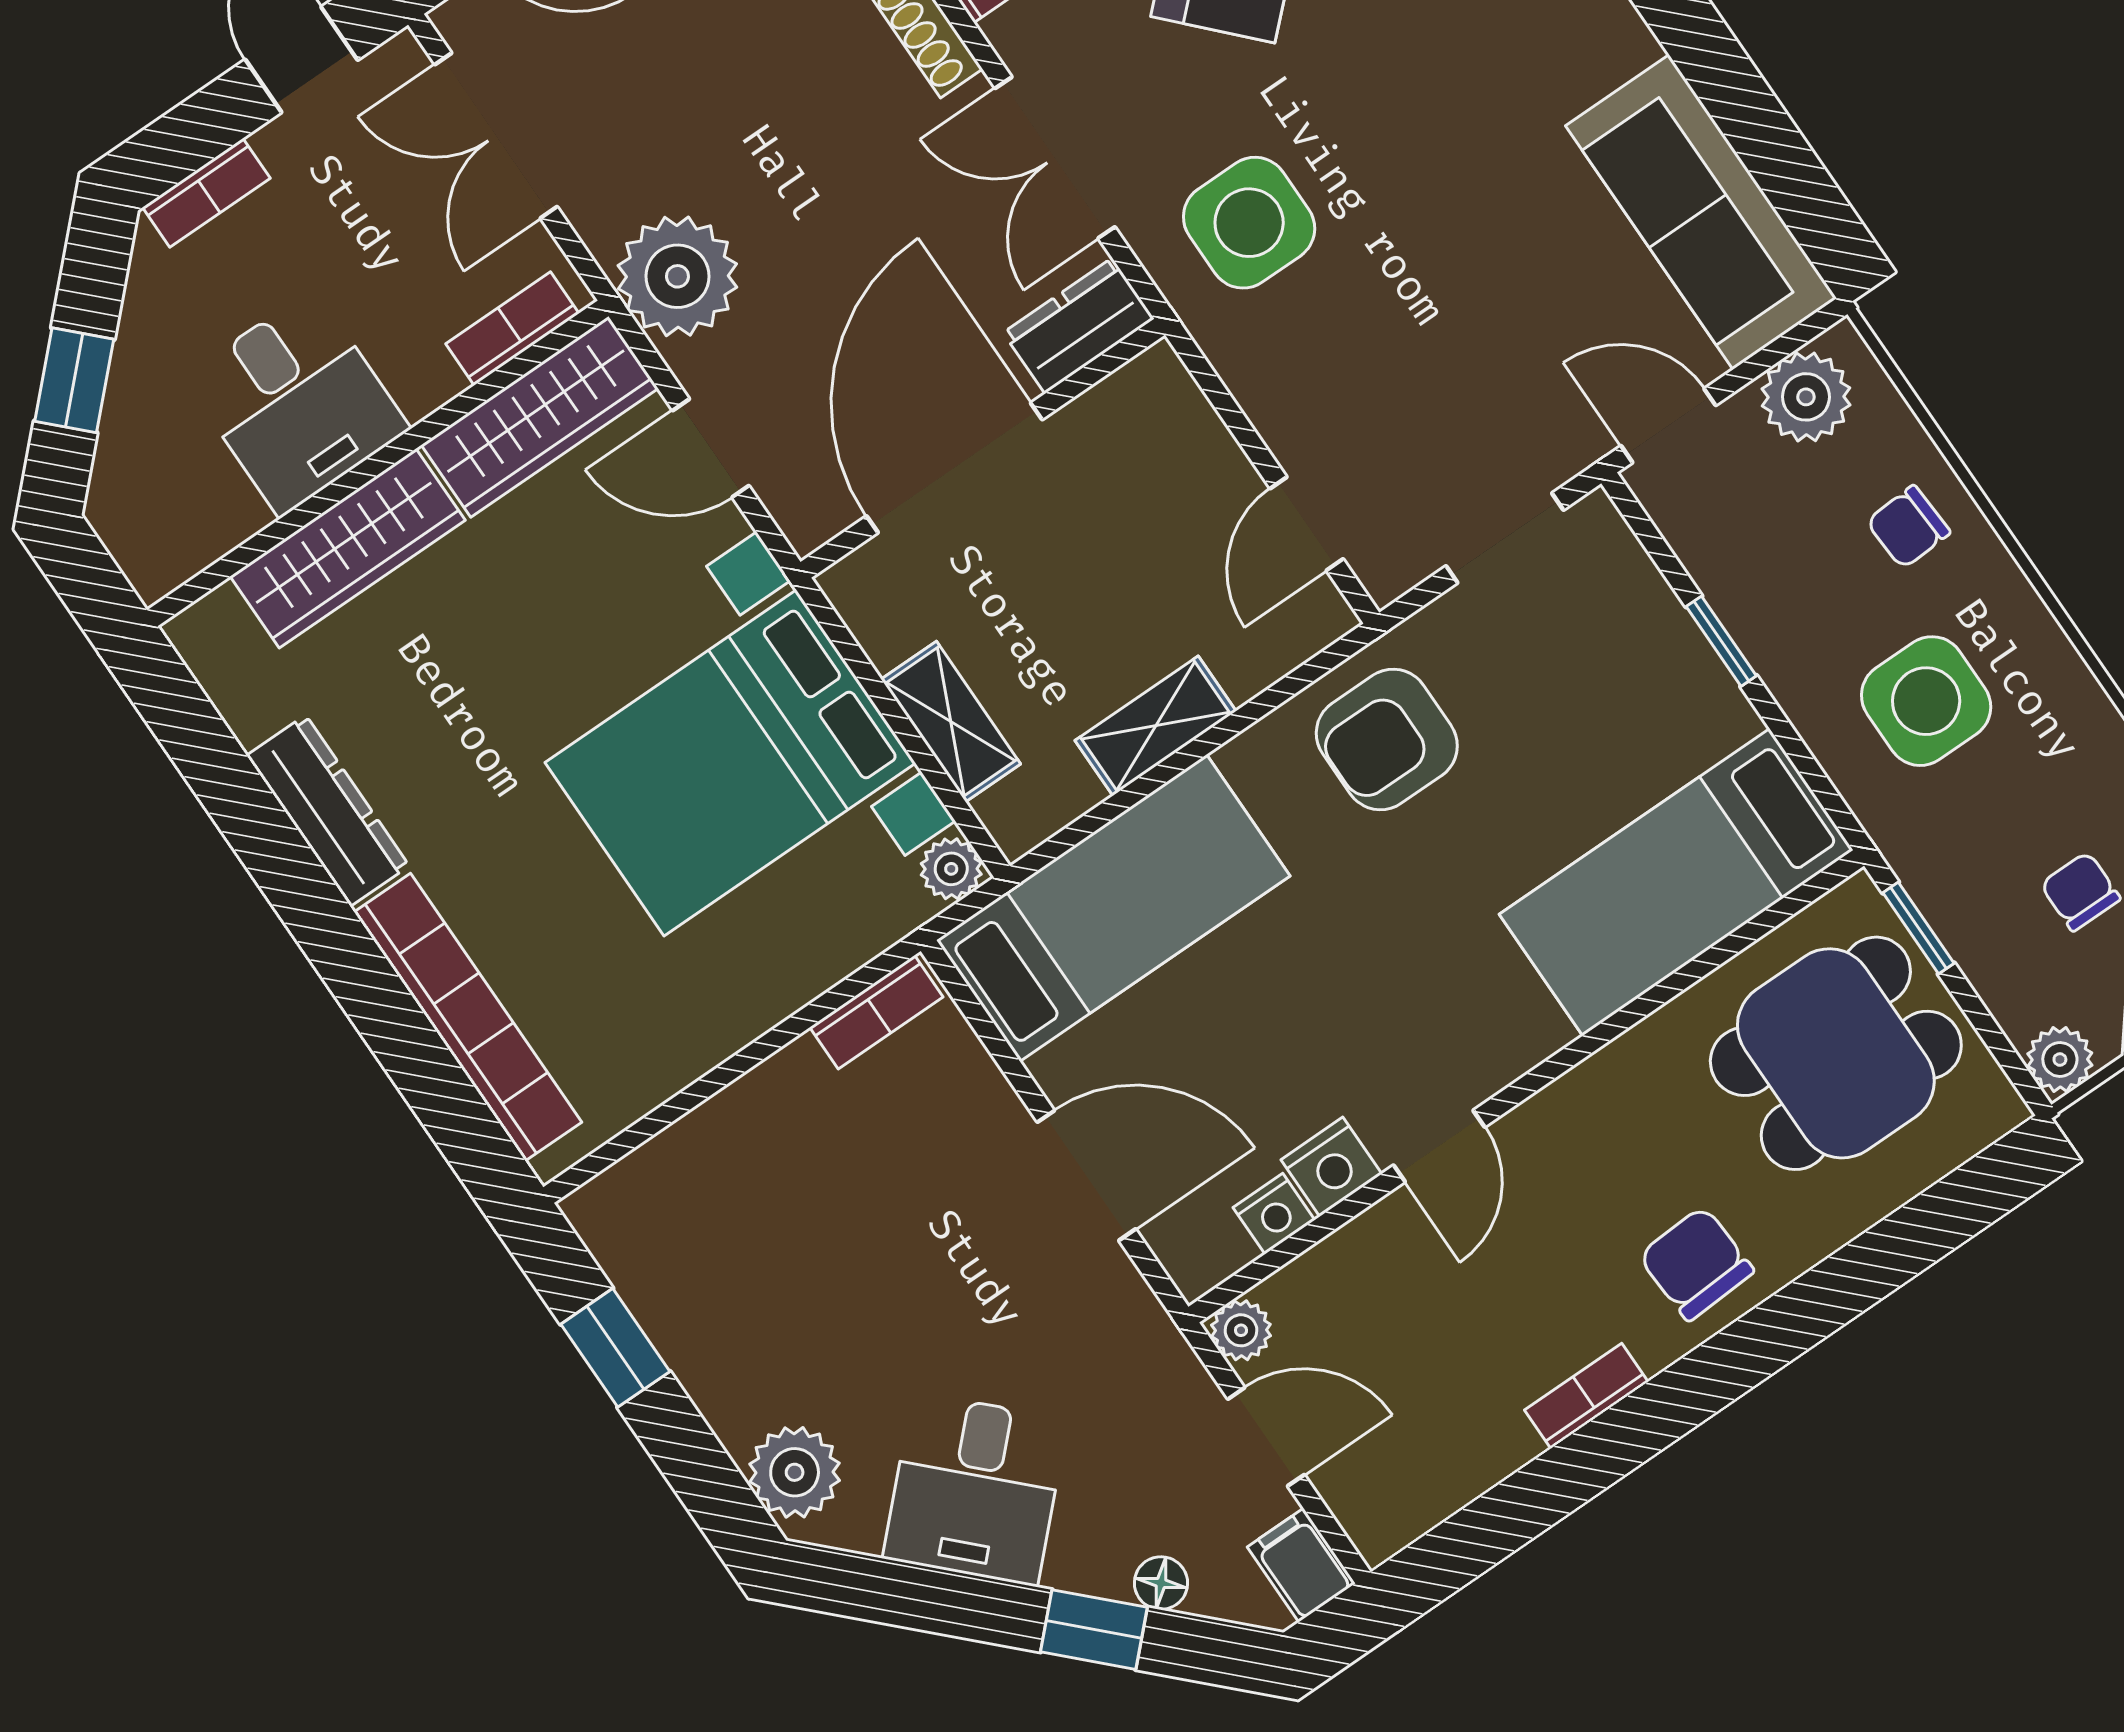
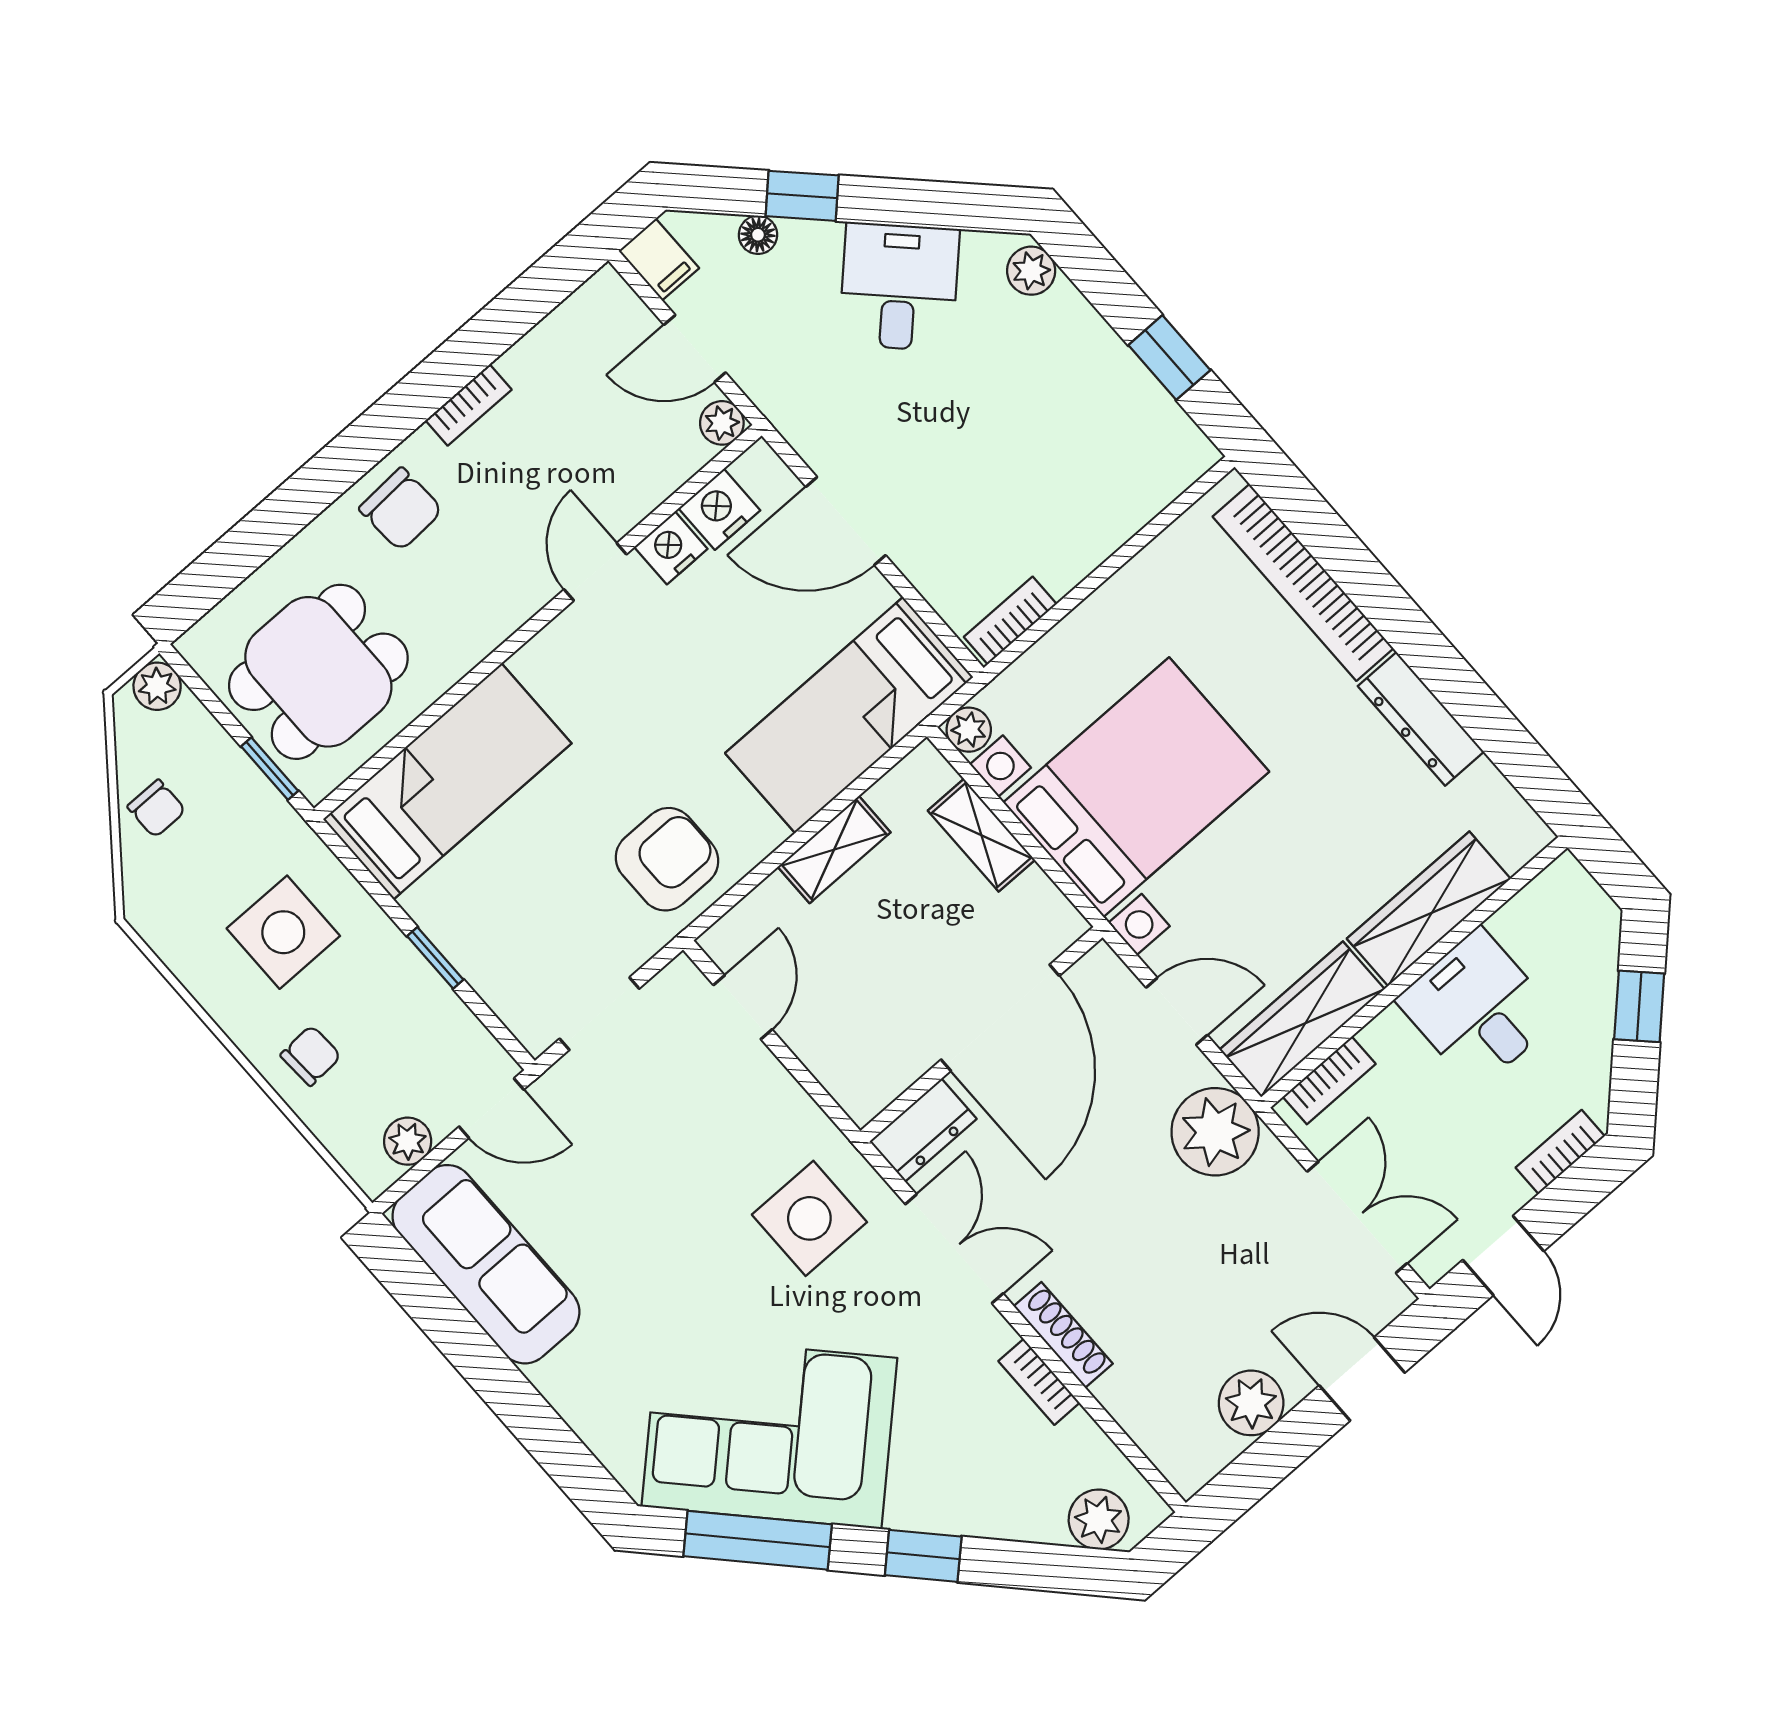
plant: (1806, 397) -> (408, 1141), width x0.73, depth x0.73
nightstand: (1274, 1214) -> (719, 509), width x1.39, depth x1.35
plant: (795, 1472) -> (1031, 271), width x0.73, depth x0.73

